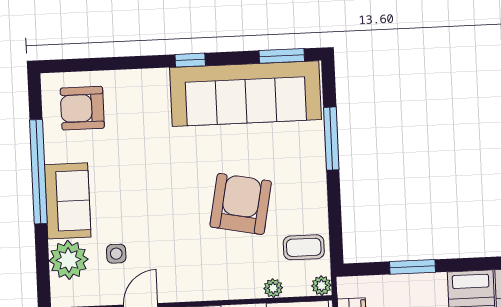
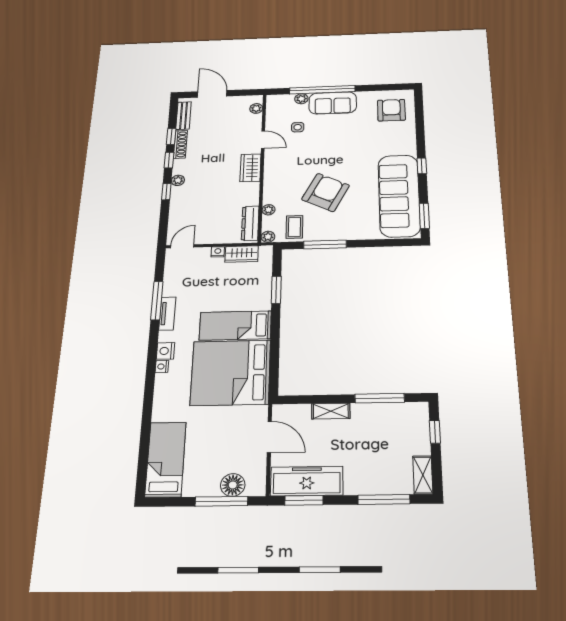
window: (331, 139) -> (325, 245), moved
window: (38, 172) -> (322, 90), moved
armchair: (241, 204) -> (326, 192), turned -74
plant: (69, 260) -> (301, 99), width x0.53, depth x0.53

